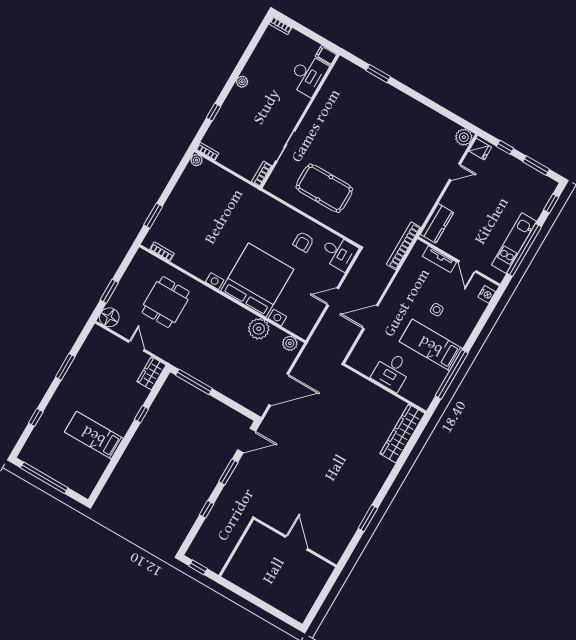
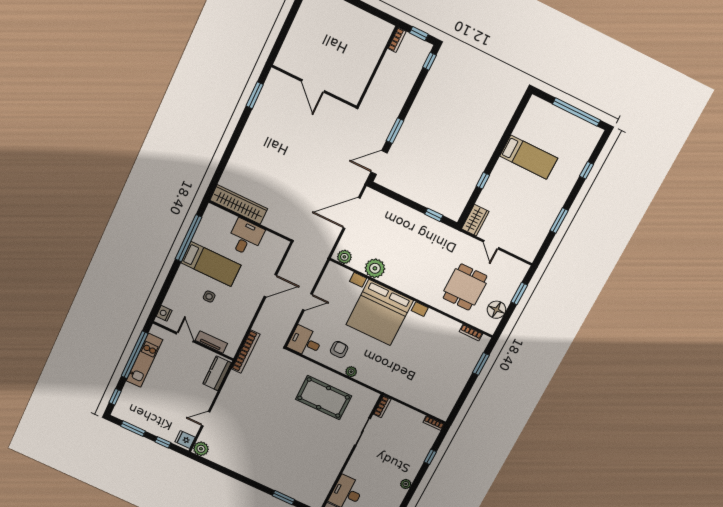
plant: (196, 160) -> (351, 372), moved
floor lamp: (109, 317) -> (496, 310), moved
window: (194, 382) -> (434, 215), width x0.46
wardrobe: (402, 433) -> (239, 204), moved, turned -90
window: (207, 509) -> (430, 61), moved
wall: (295, 542) -> (314, 86), moved
door: (296, 543) -> (313, 86), moved
bookcase: (220, 563) -> (397, 40), added

